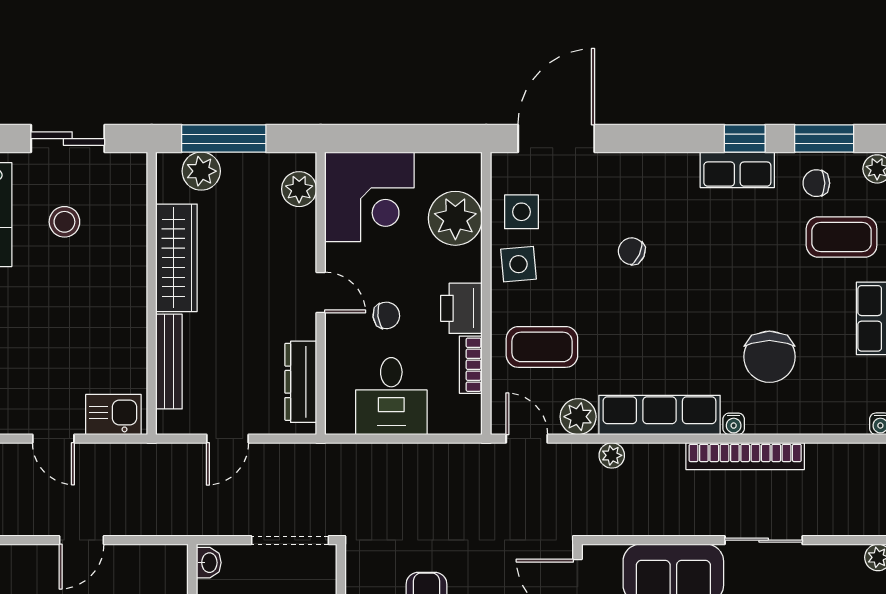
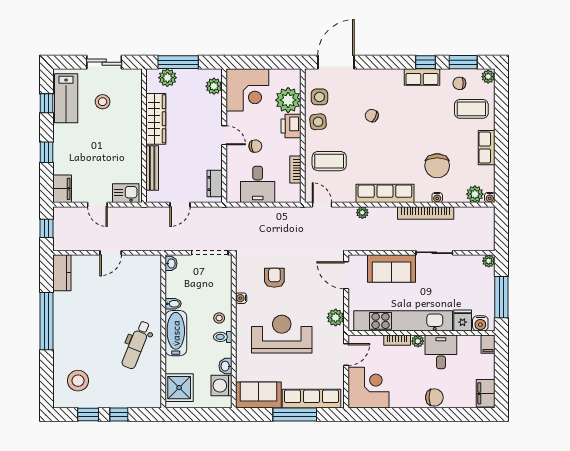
printer: (461, 308) -> (291, 126), moved
dresser: (301, 382) -> (215, 183), width x0.70
plant: (578, 417) -> (475, 194), moved
water cooler: (734, 424) -> (437, 198), moved

